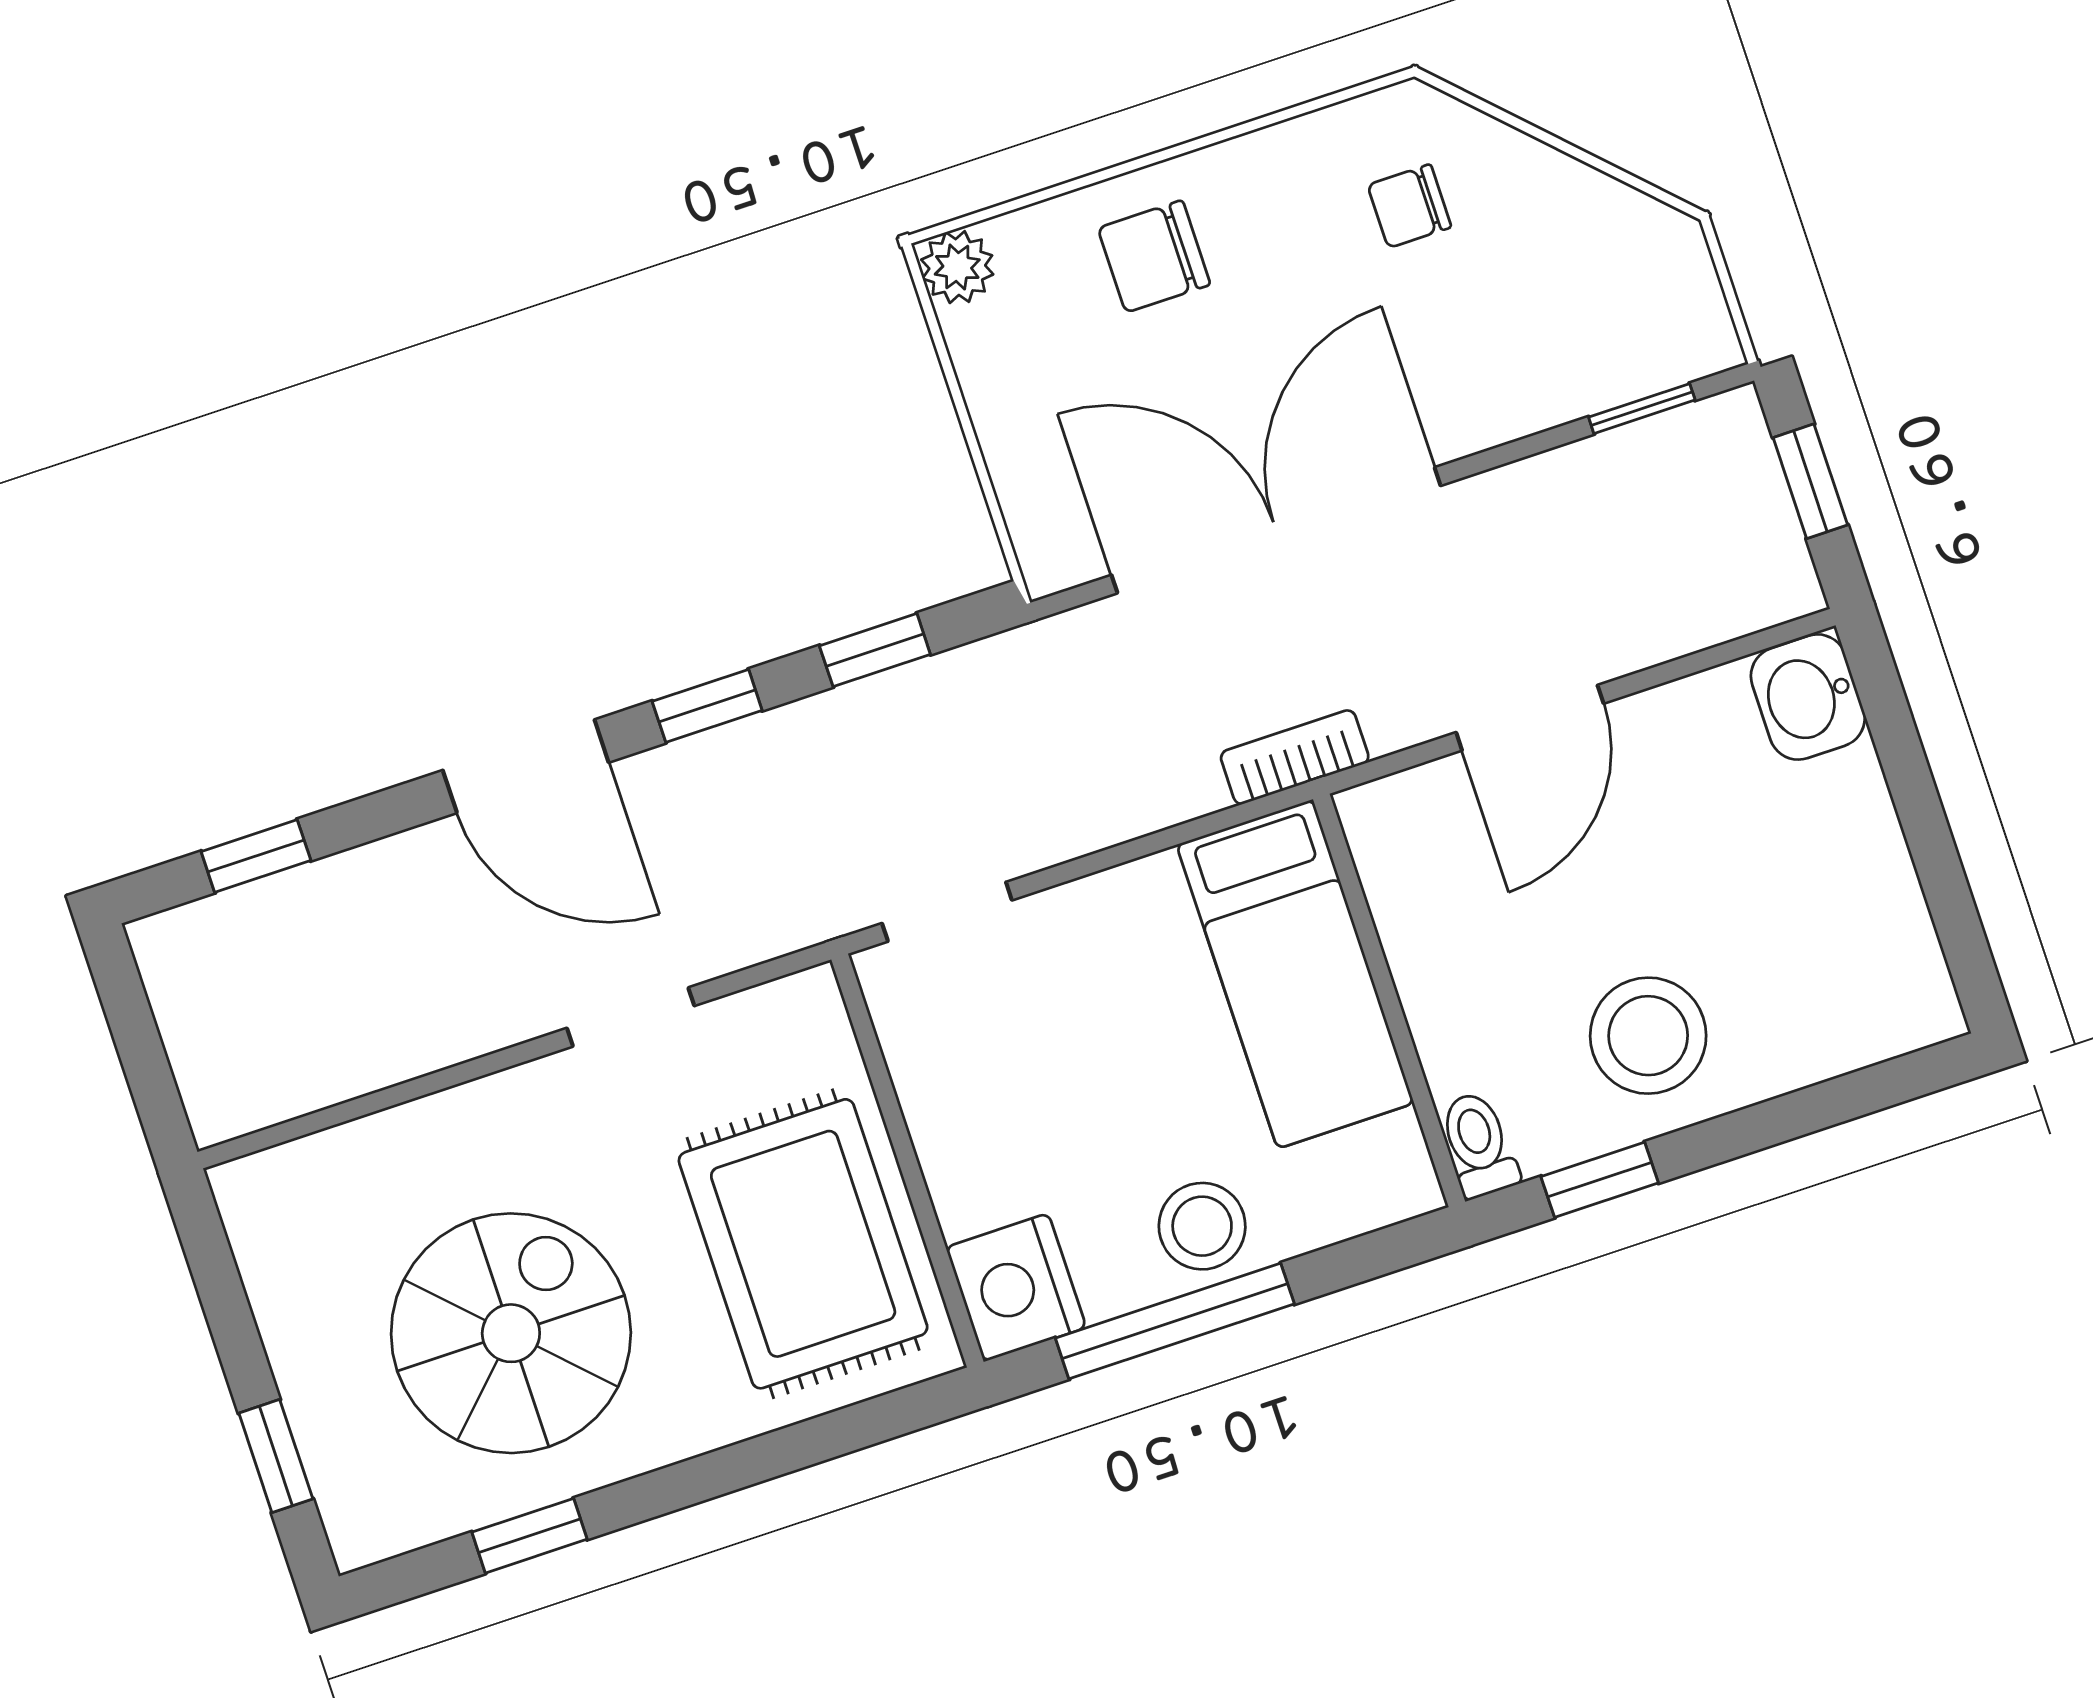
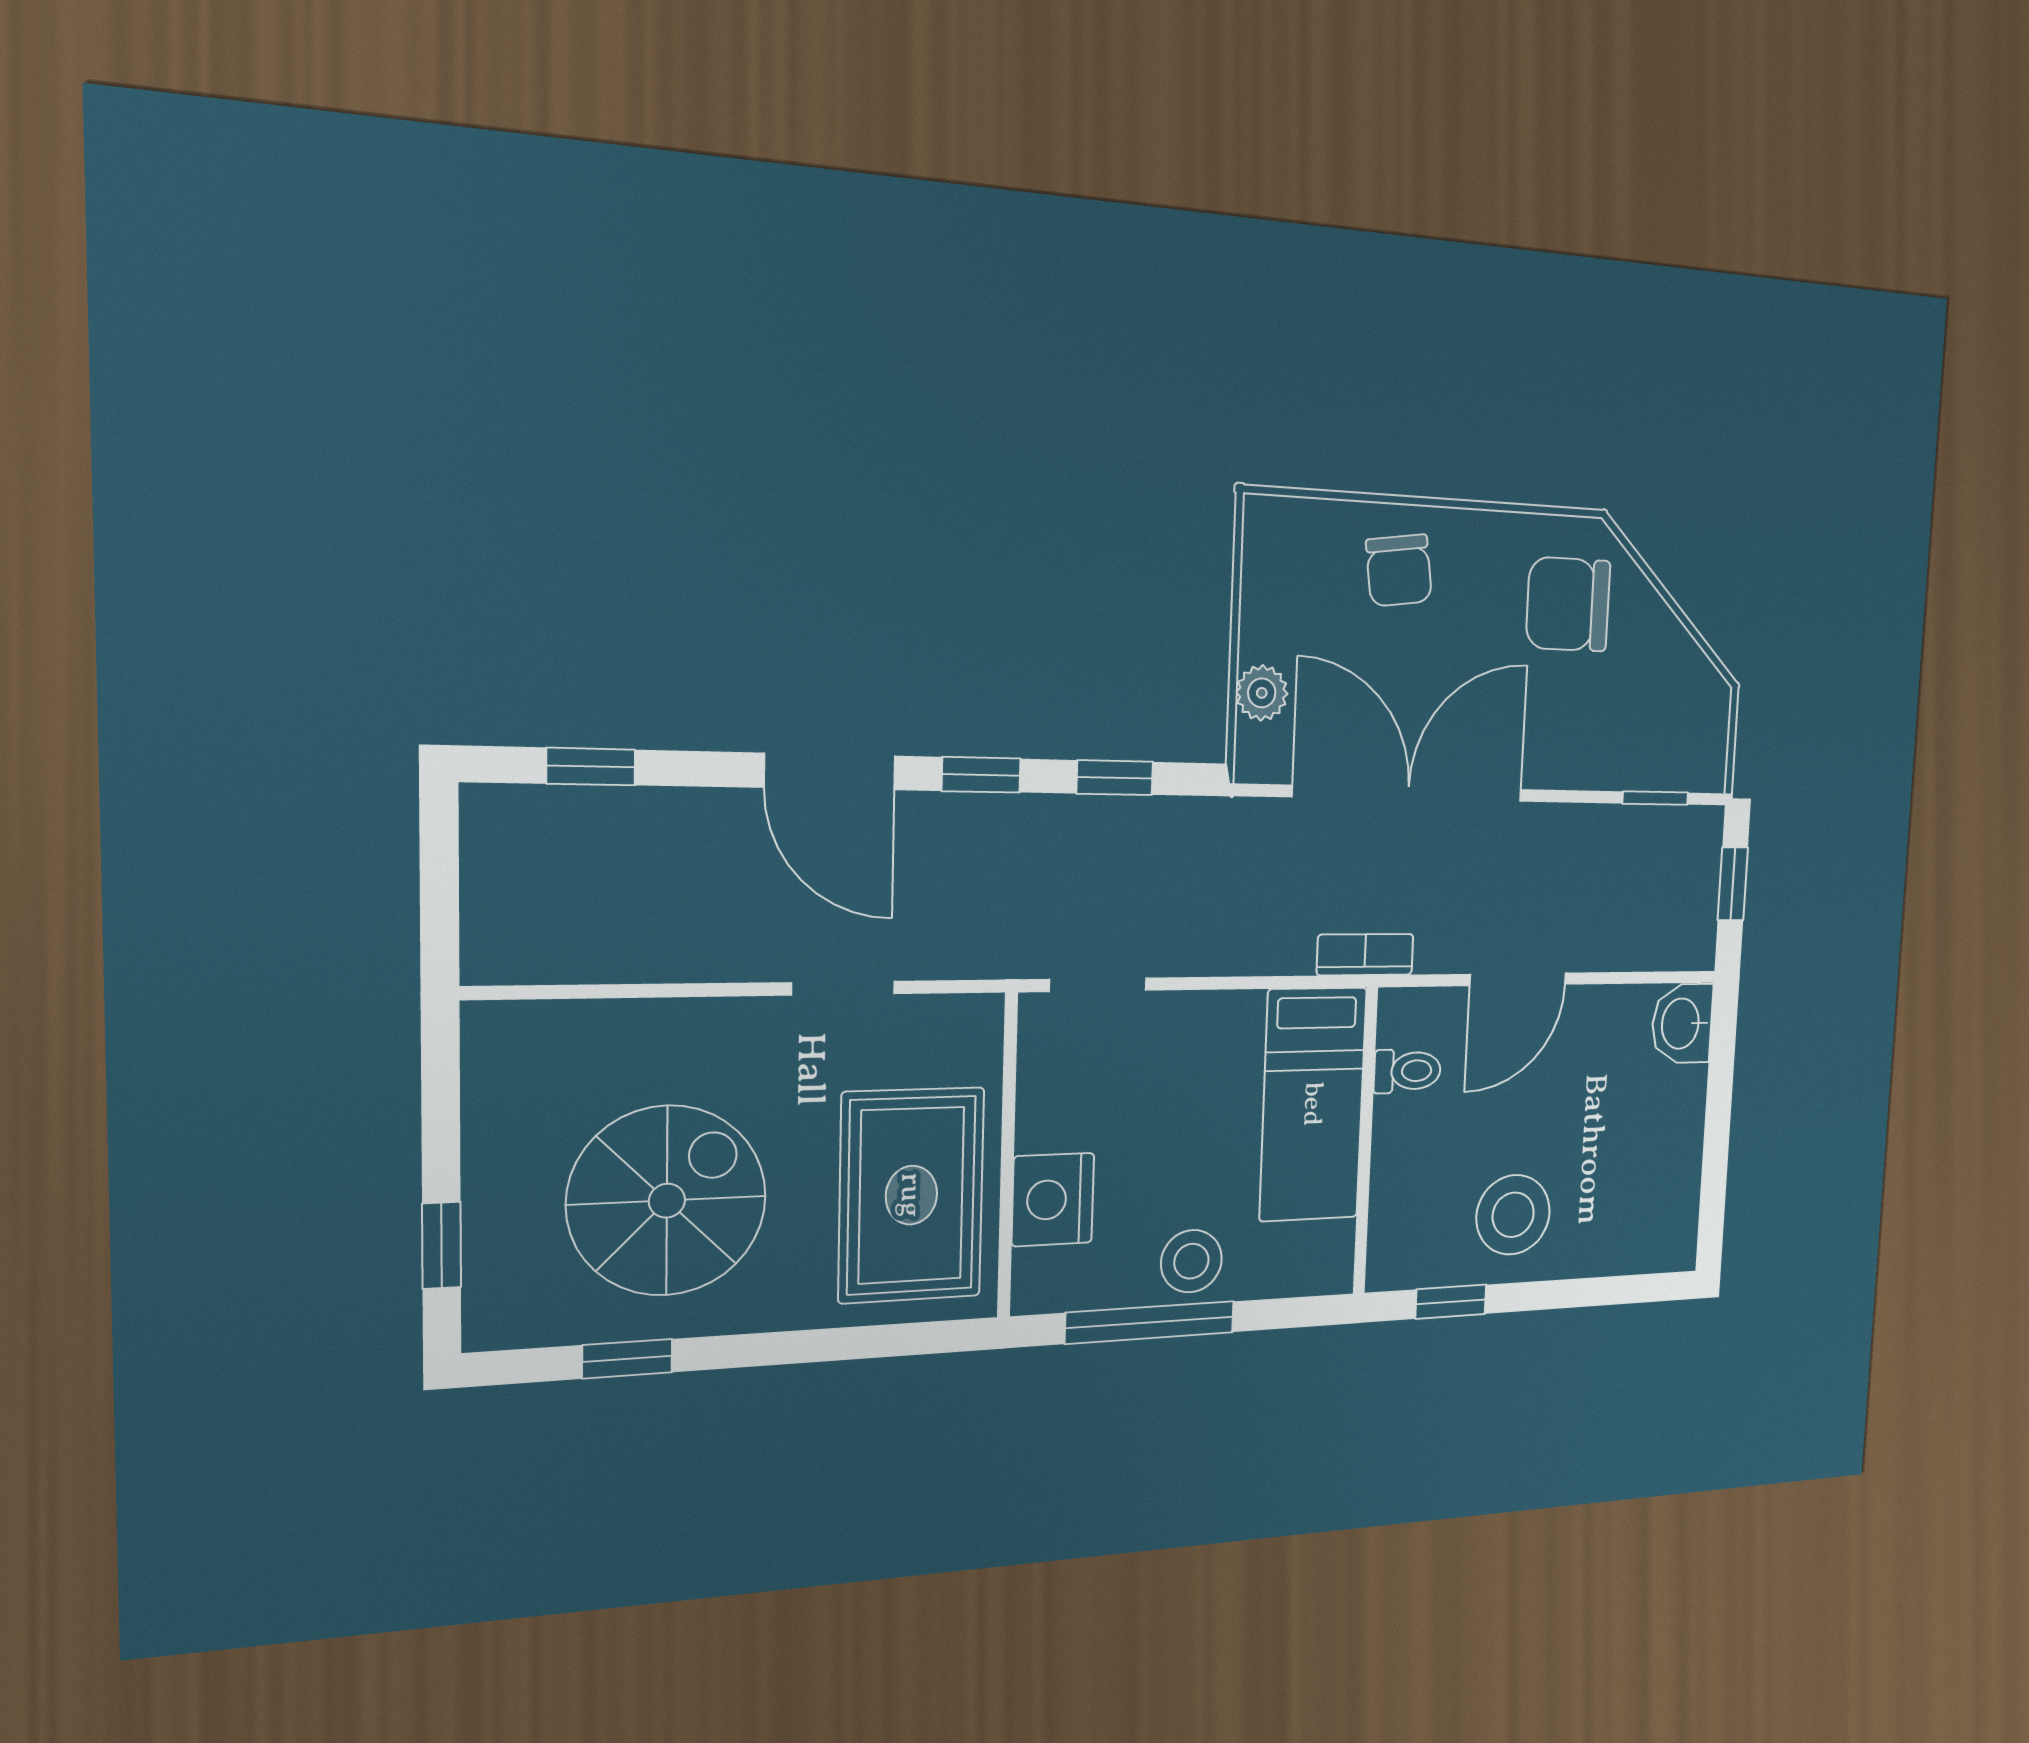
chair: (1409, 206) -> (1568, 604), width x1.87, depth x1.87
chair: (1154, 256) -> (1399, 570), turned -98
plant: (957, 267) -> (1262, 693), moved
toilet: (1479, 1145) -> (1407, 1071), moved, turned 90
nightstand: (1016, 1287) -> (1053, 1200), moved

